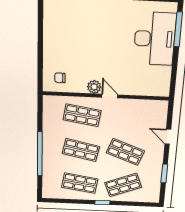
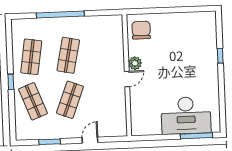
chair: (60, 78) -> (141, 30), width x1.87, depth x1.87
shop shelf: (82, 115) -> (105, 54), removed

